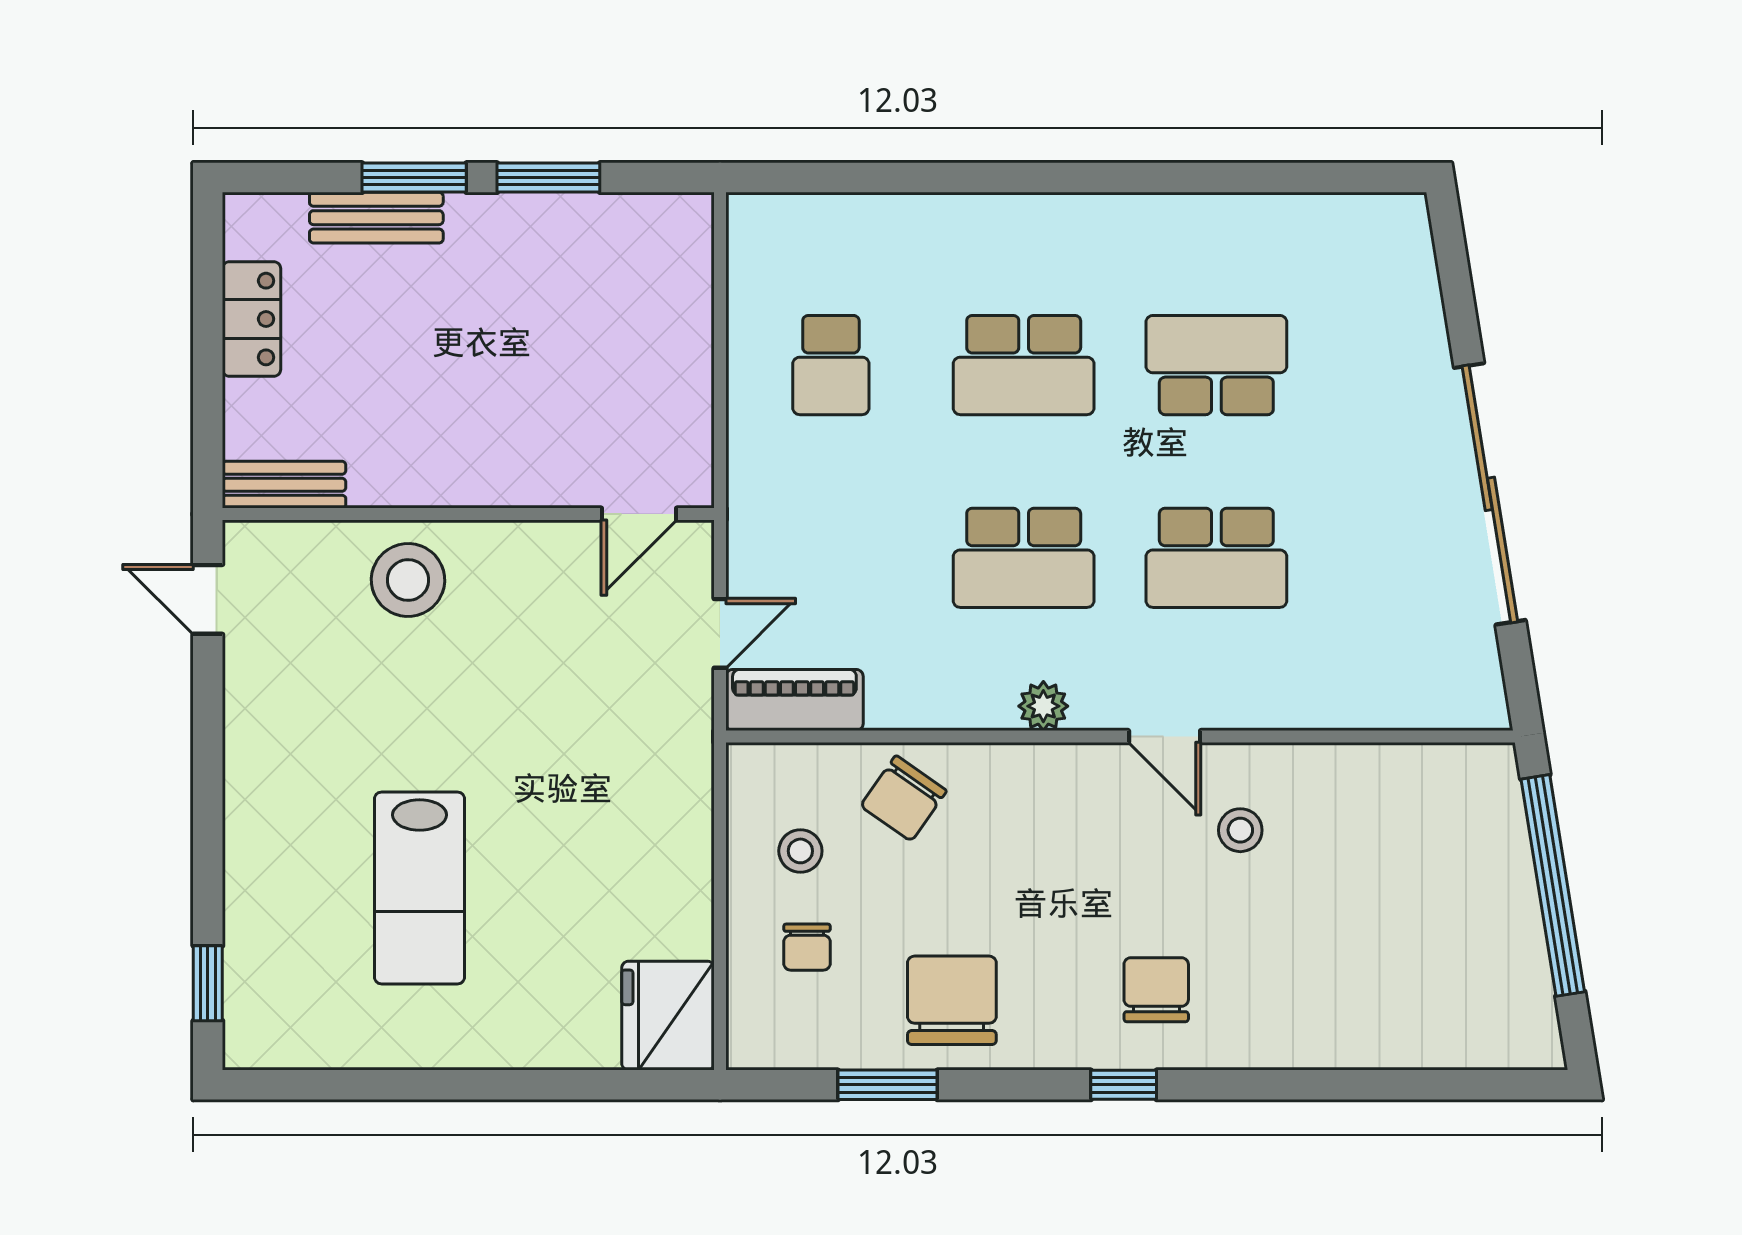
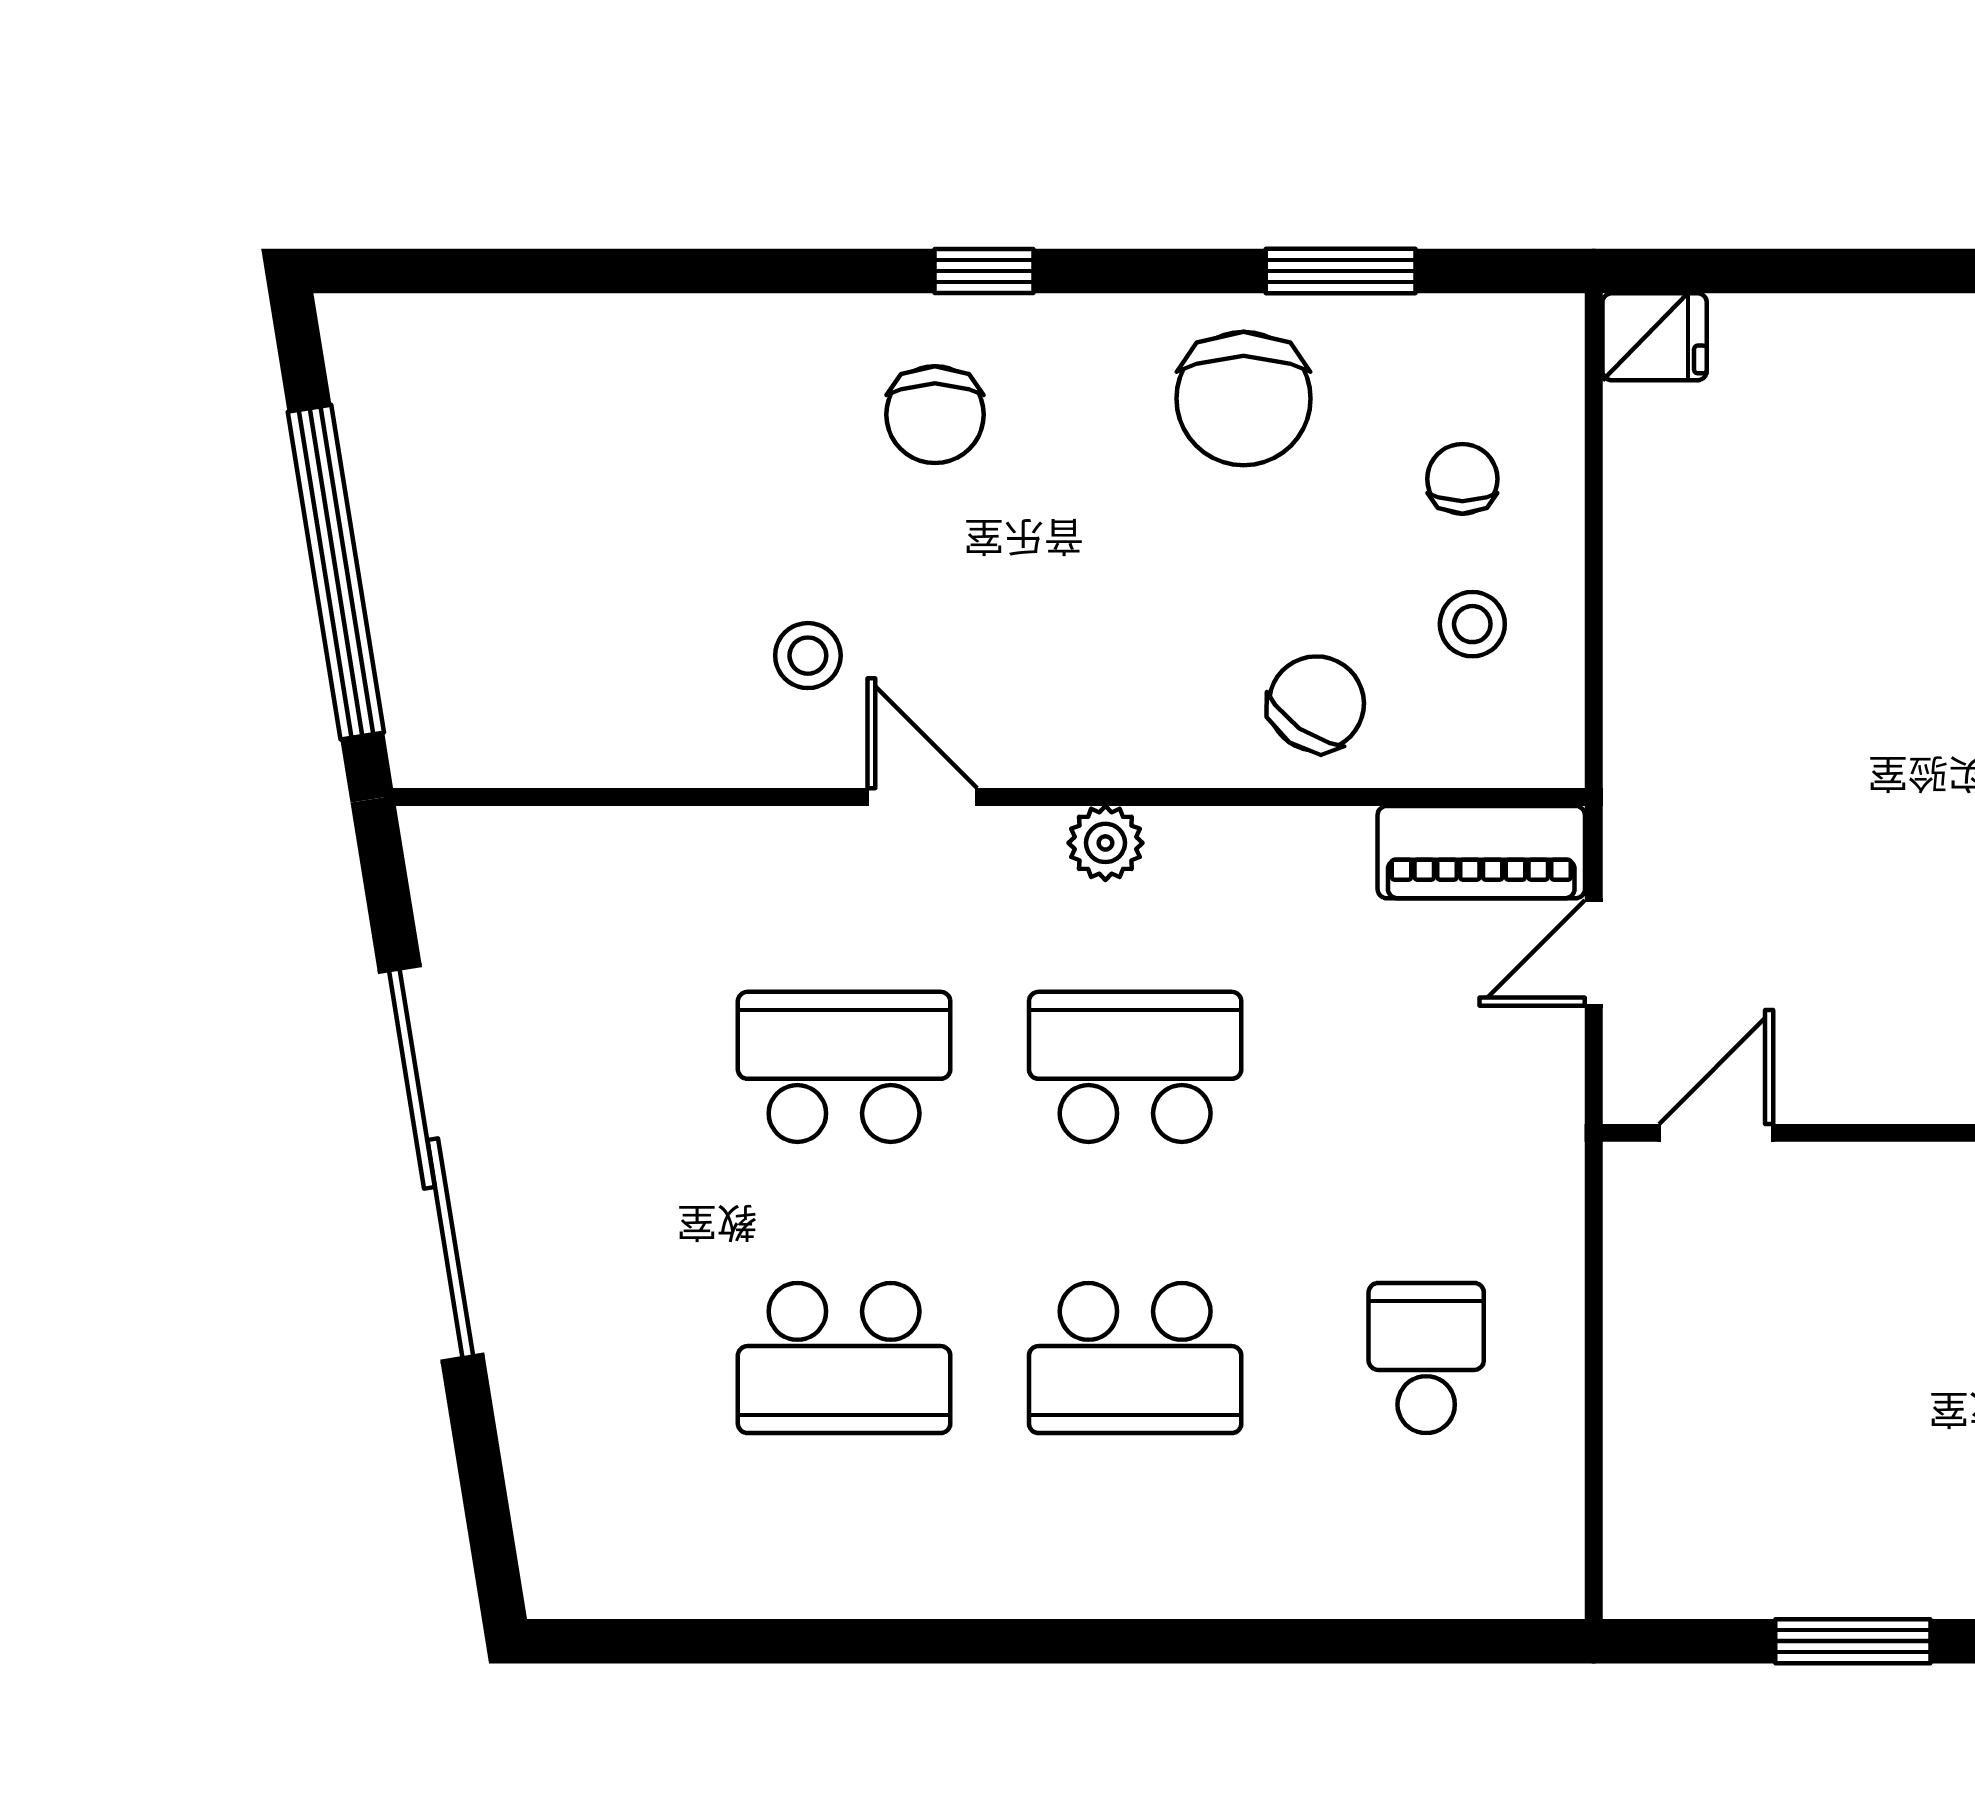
school desk: (1024, 365) -> (1135, 1358), turned 180
fridge: (668, 1016) -> (1655, 337), width x0.53, depth x0.75

